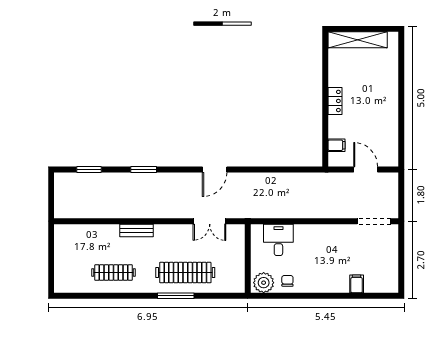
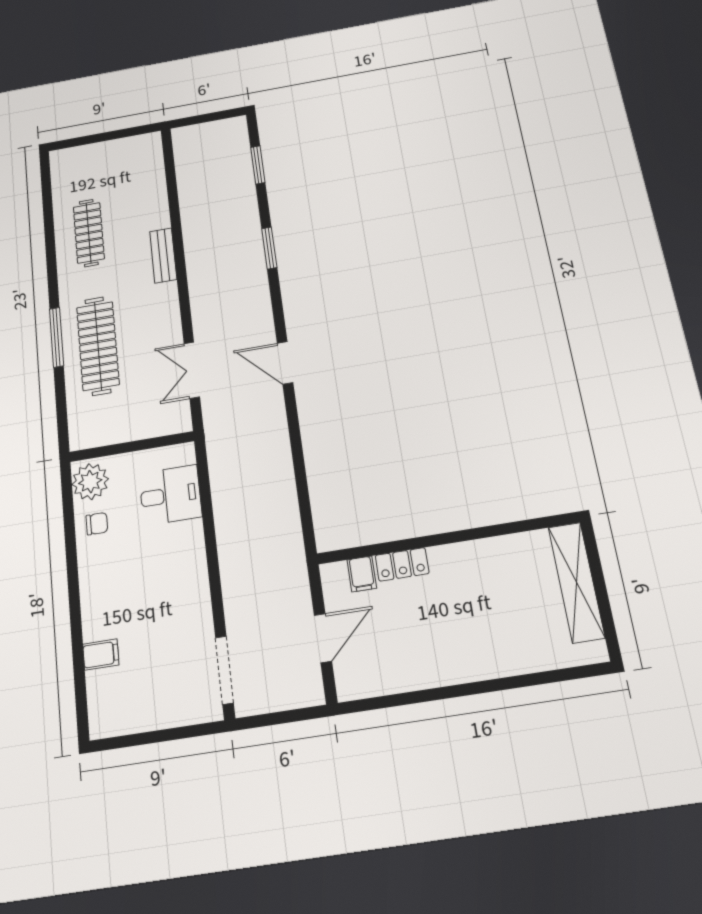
locker: (335, 101) -> (402, 564), moved

